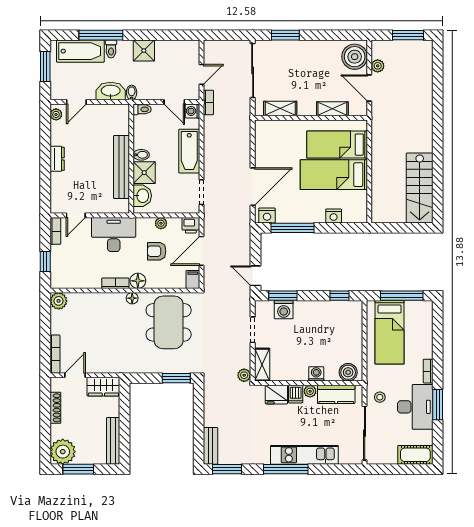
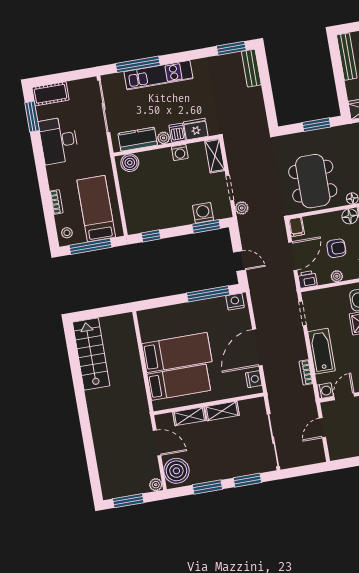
window: (327, 35) -> (207, 487), added
plant: (378, 66) -> (156, 485), moved
door: (174, 102) -> (344, 397), hinge flipped
bookcase: (208, 102) -> (306, 372), moved
shelving: (280, 109) -> (222, 411), moved
door: (253, 187) -> (257, 347), moved
nightstand: (334, 216) -> (254, 379), moved, turned 90
door: (256, 276) -> (239, 261), moved
bookcase: (428, 371) -> (56, 202), moved
washing machine: (316, 374) -> (180, 152), moved
plant: (244, 375) -> (242, 208), moved
window: (176, 378) -> (316, 125), moved
stool: (380, 397) -> (67, 233), moved
window: (438, 405) -> (32, 117), moved
window: (286, 469) -> (138, 64), moved

